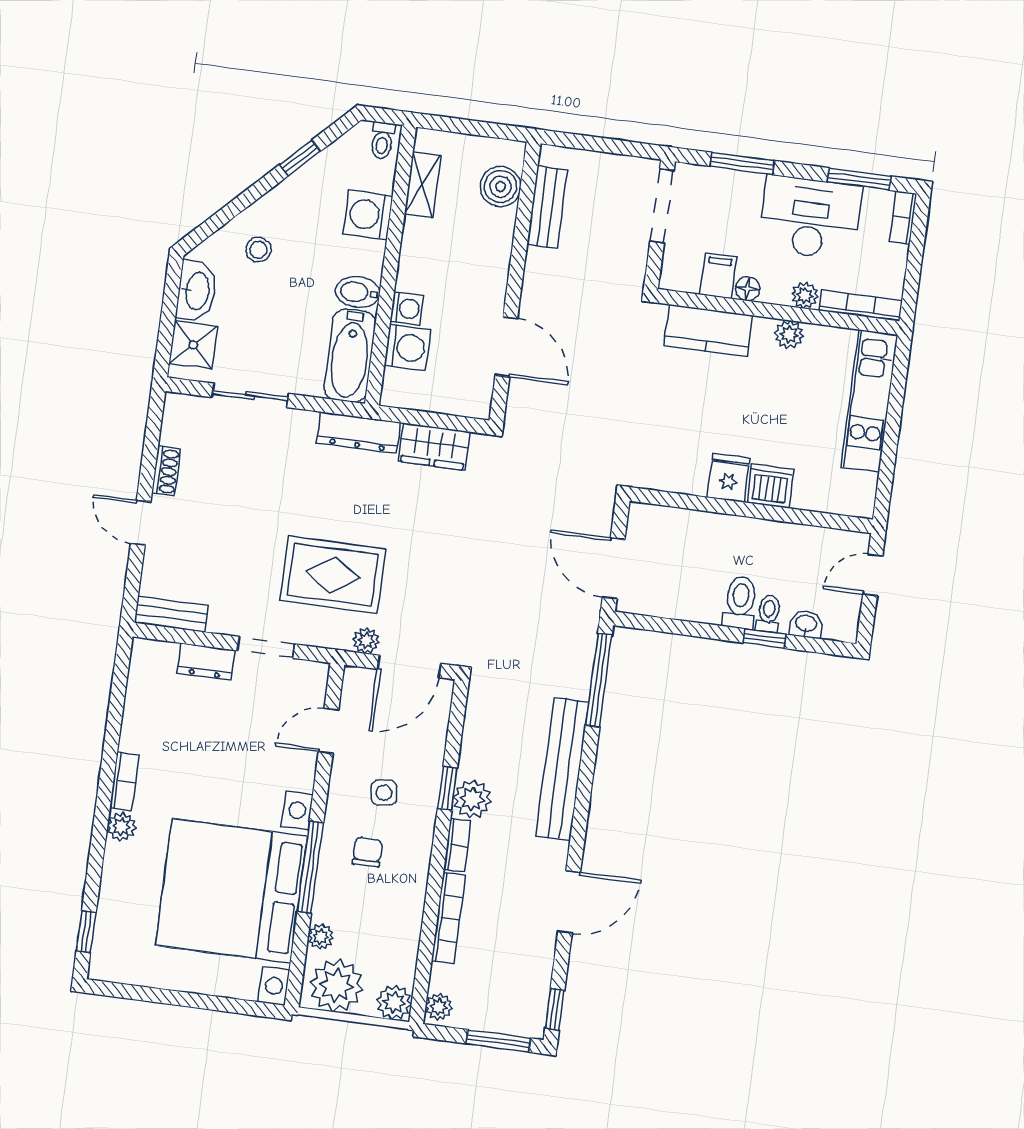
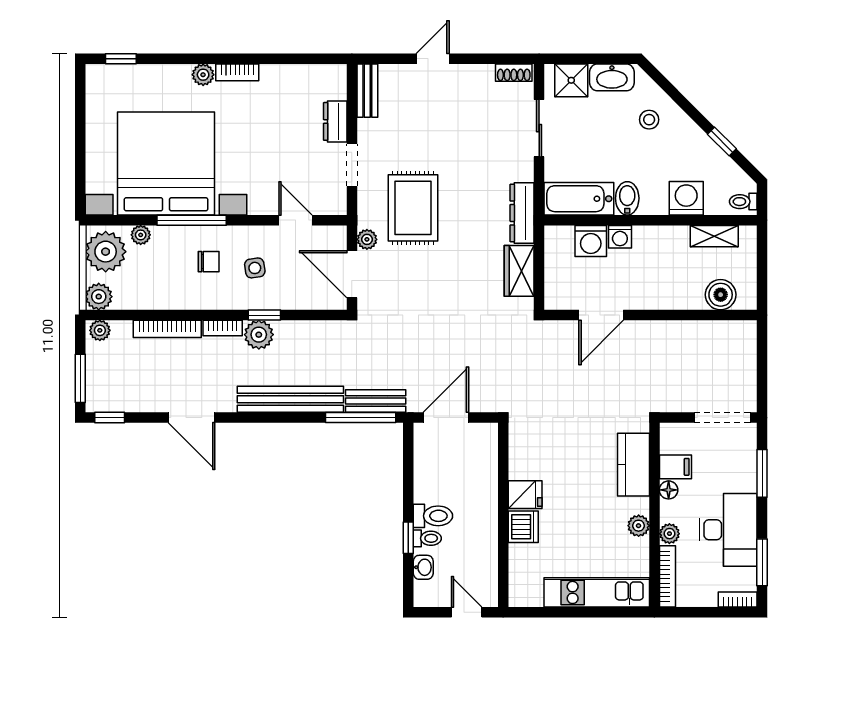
bench: (547, 207) -> (376, 401), moved
shoe rack: (166, 471) -> (514, 73), moved

